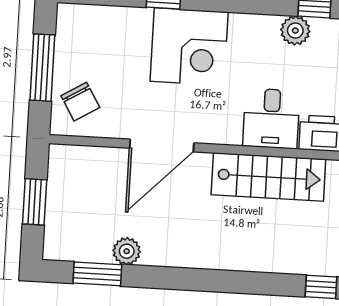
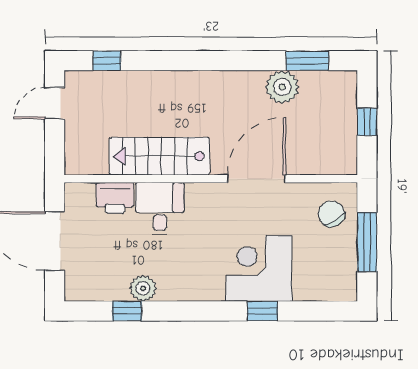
corner desk: (189, 47) -> (259, 268), moved
window: (35, 202) -> (367, 122), width x0.67
plant: (127, 251) -> (282, 87), width x1.36, depth x1.36

